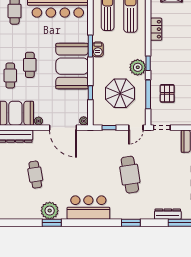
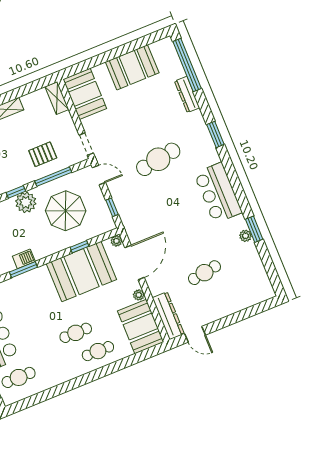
booth: (72, 66) -> (81, 272), moved
plant: (50, 211) -> (245, 236), width x0.53, depth x0.53

